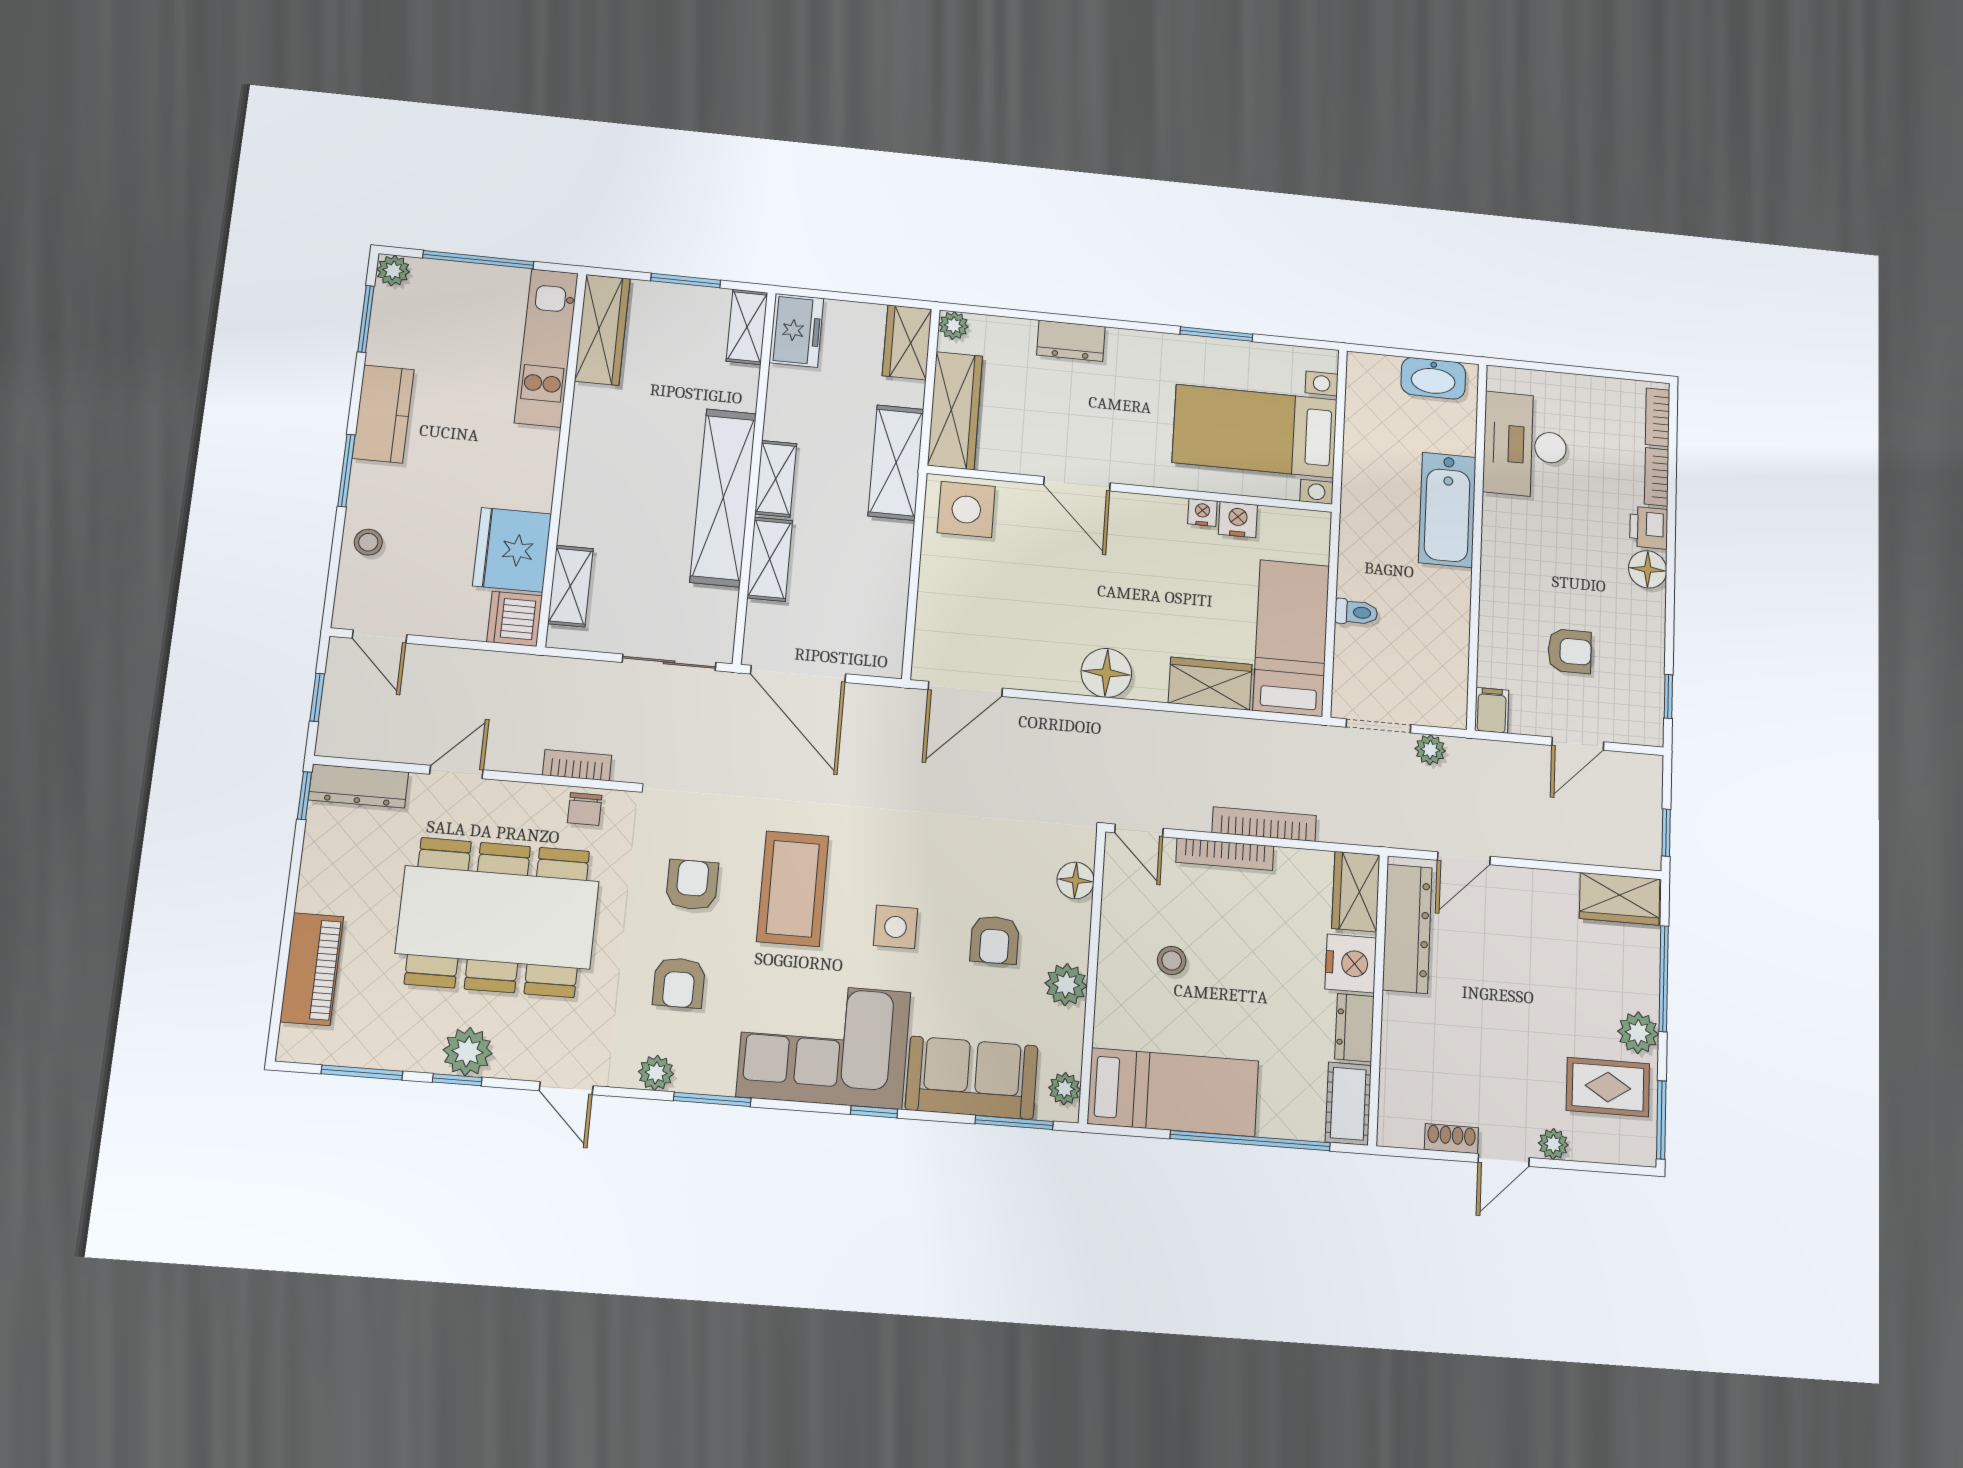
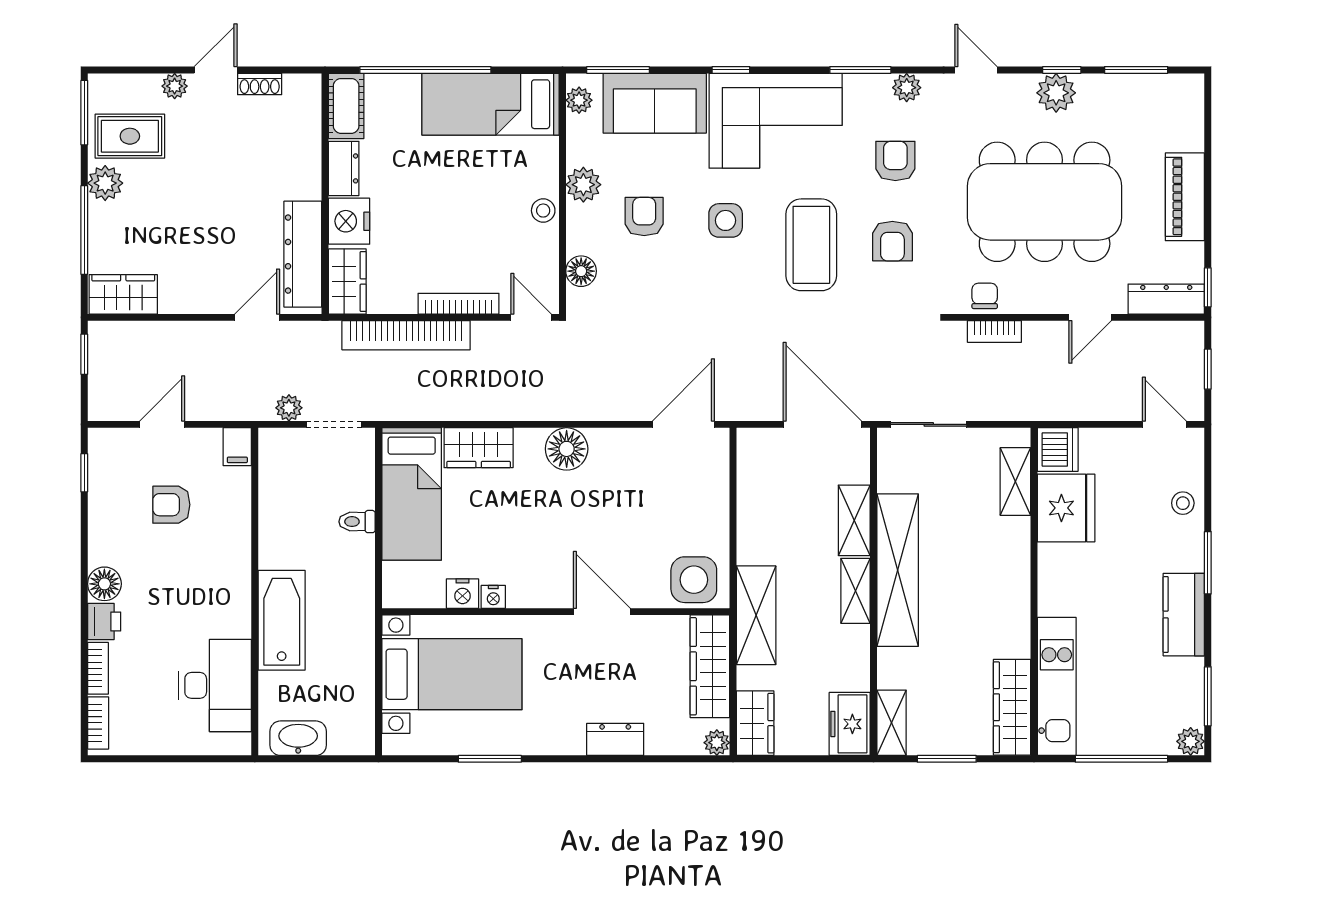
bookcase: (1264, 824) -> (406, 335), width x1.48, depth x1.31
stool: (1172, 961) -> (543, 211), moved
piano: (312, 969) -> (1185, 197), moved

